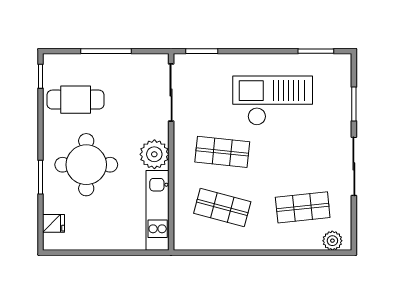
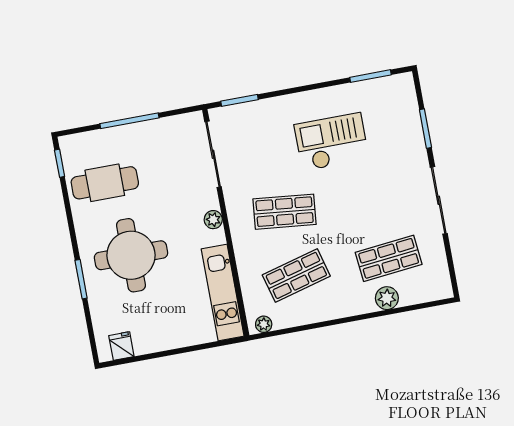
checkout: (273, 101) -> (331, 142), width x0.73, depth x0.83
plant: (154, 154) -> (213, 220), width x0.53, depth x0.53
shop shelf: (222, 207) -> (296, 275), turned -30
fridge: (54, 223) -> (121, 346), moved, turned -90
plant: (332, 241) -> (387, 298), moved
plant: (187, 243) -> (264, 324), added

